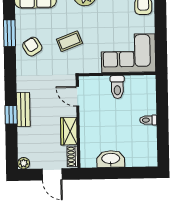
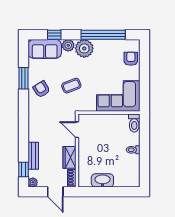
toilet: (117, 87) -> (134, 123), moved
bench: (23, 109) -> (33, 156), moved
window: (11, 115) -> (23, 170), moved

